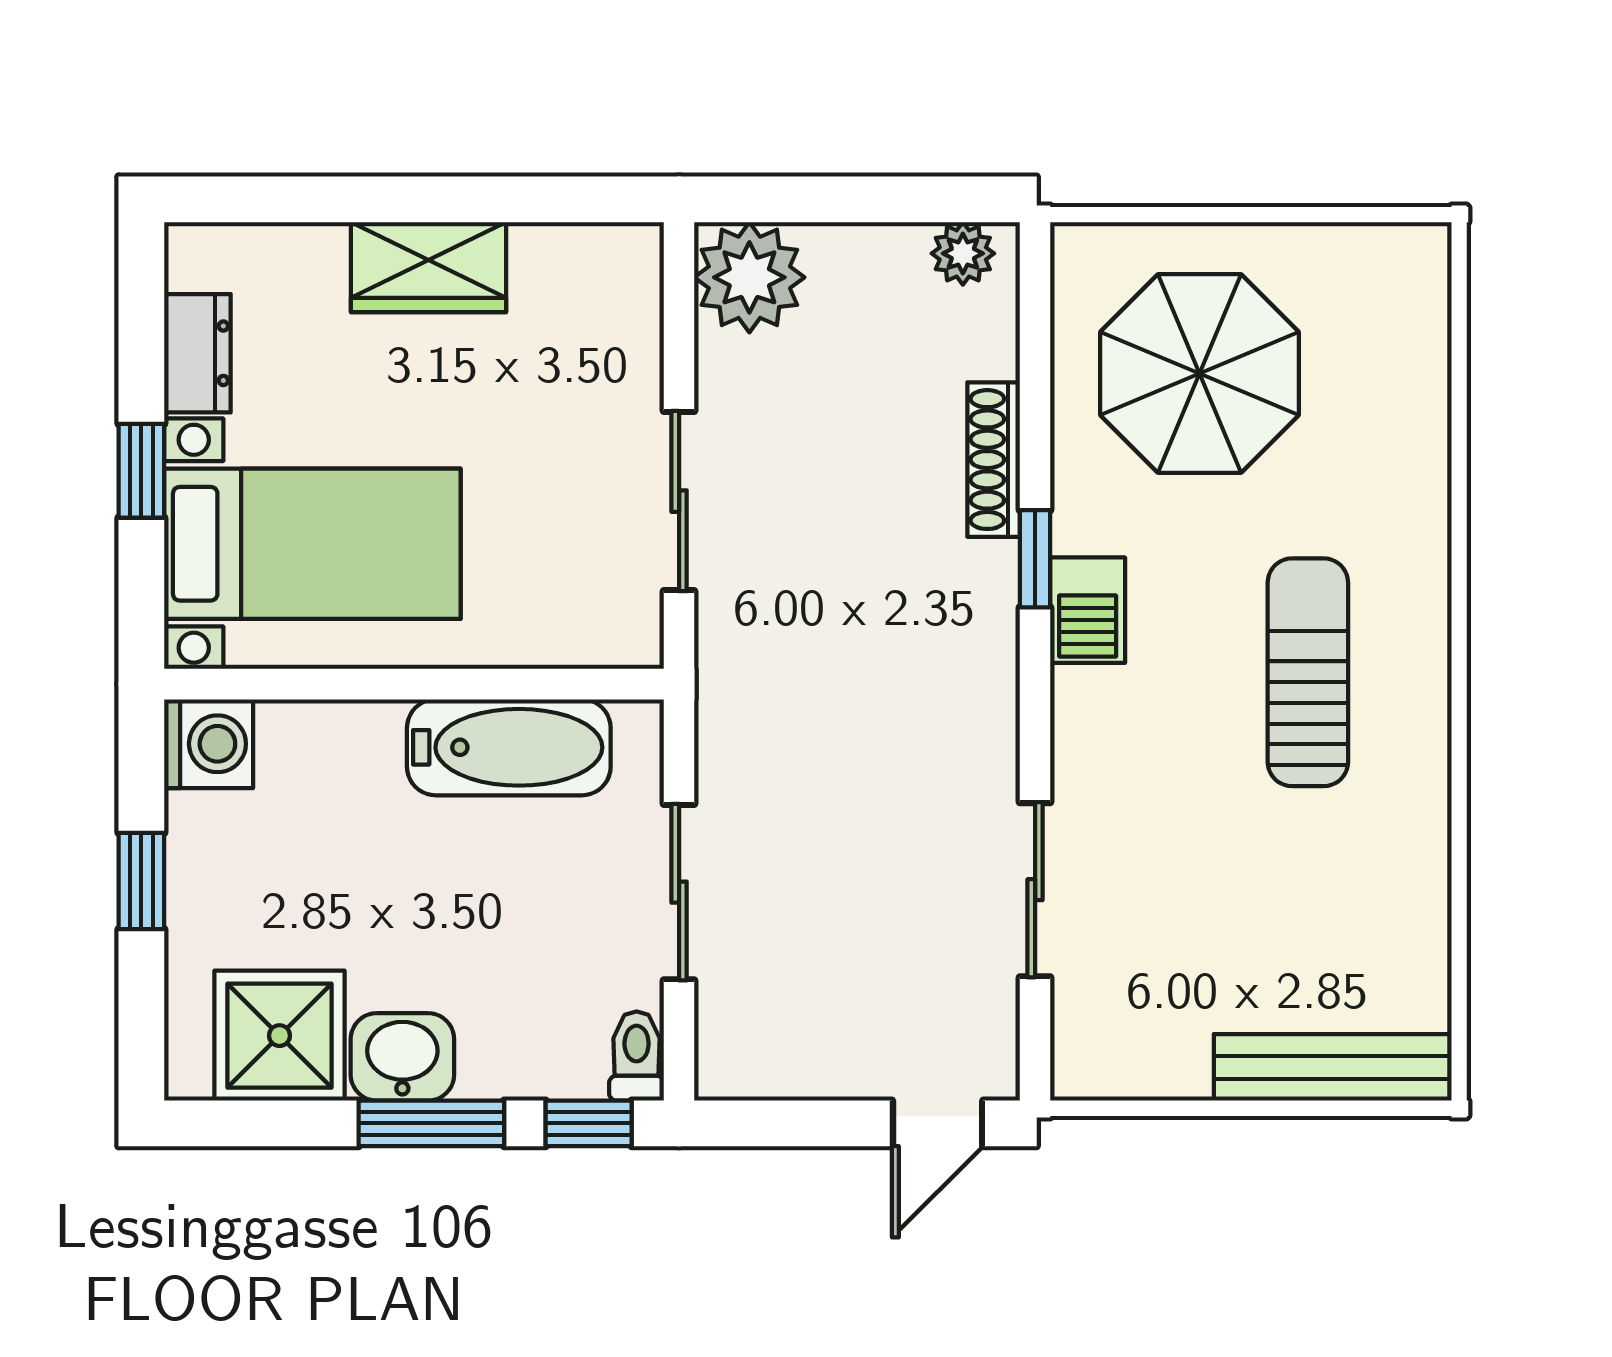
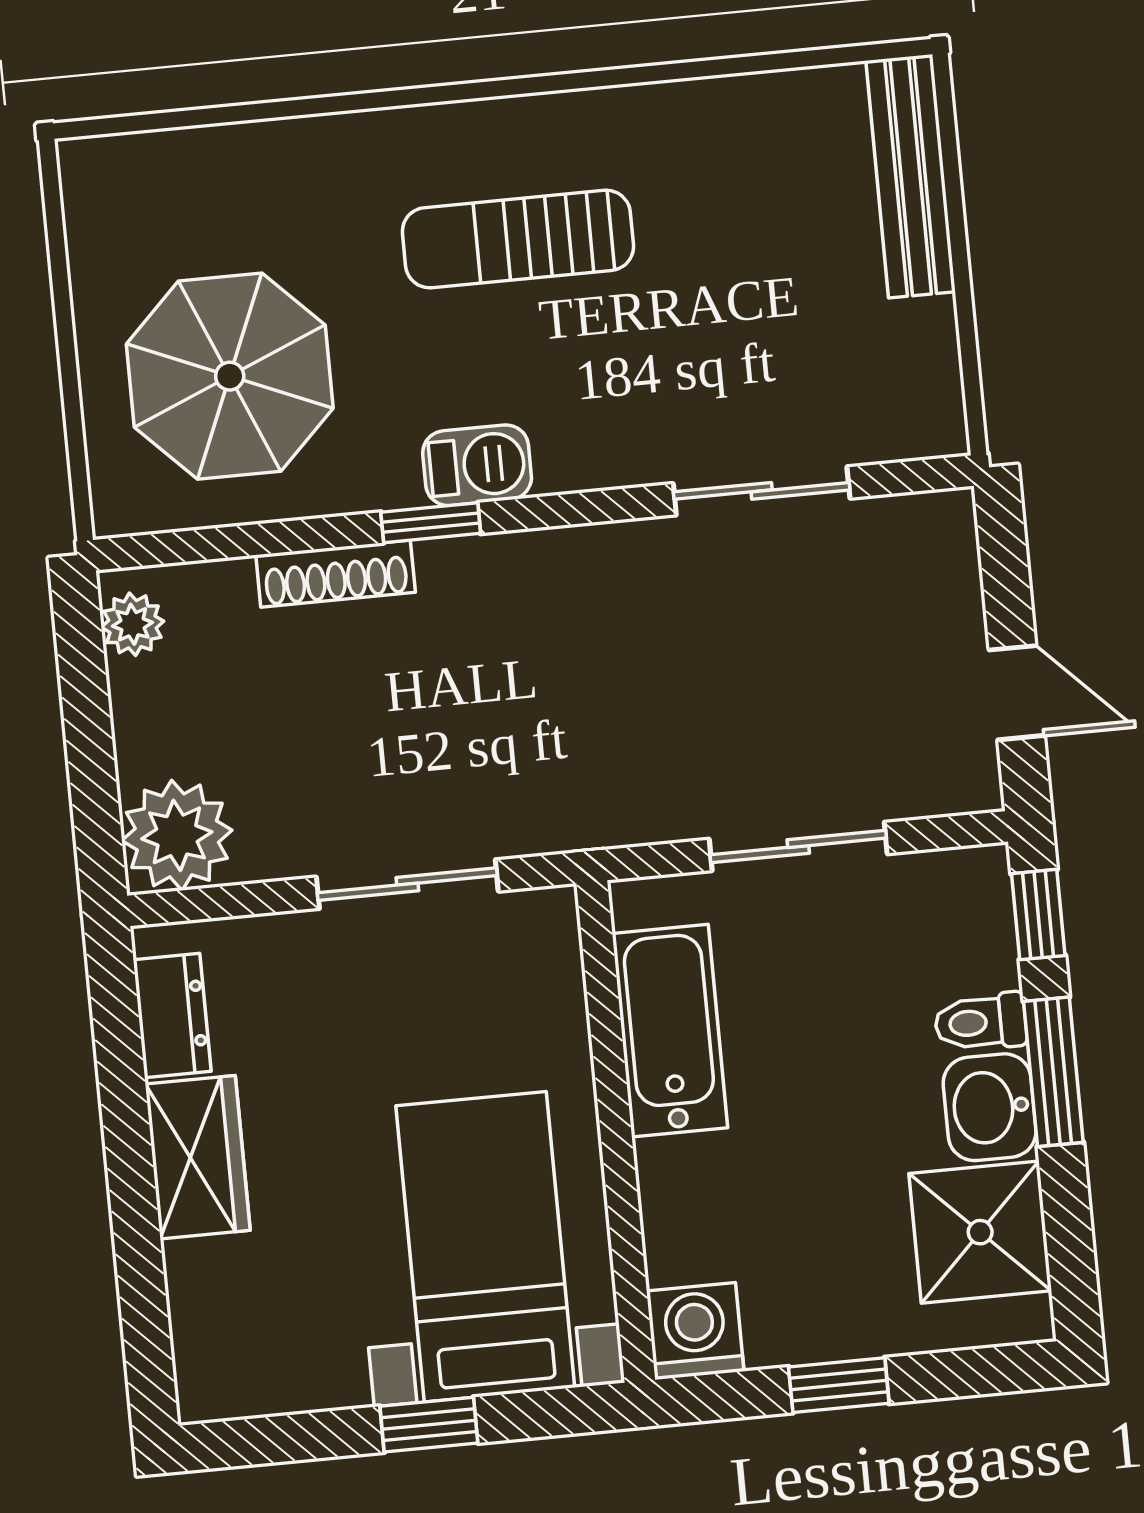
dresser: (197, 353) -> (172, 1016), moved, turned 90
toilet: (637, 1056) -> (981, 1022), moved
door: (938, 1123) -> (1017, 693), moved

